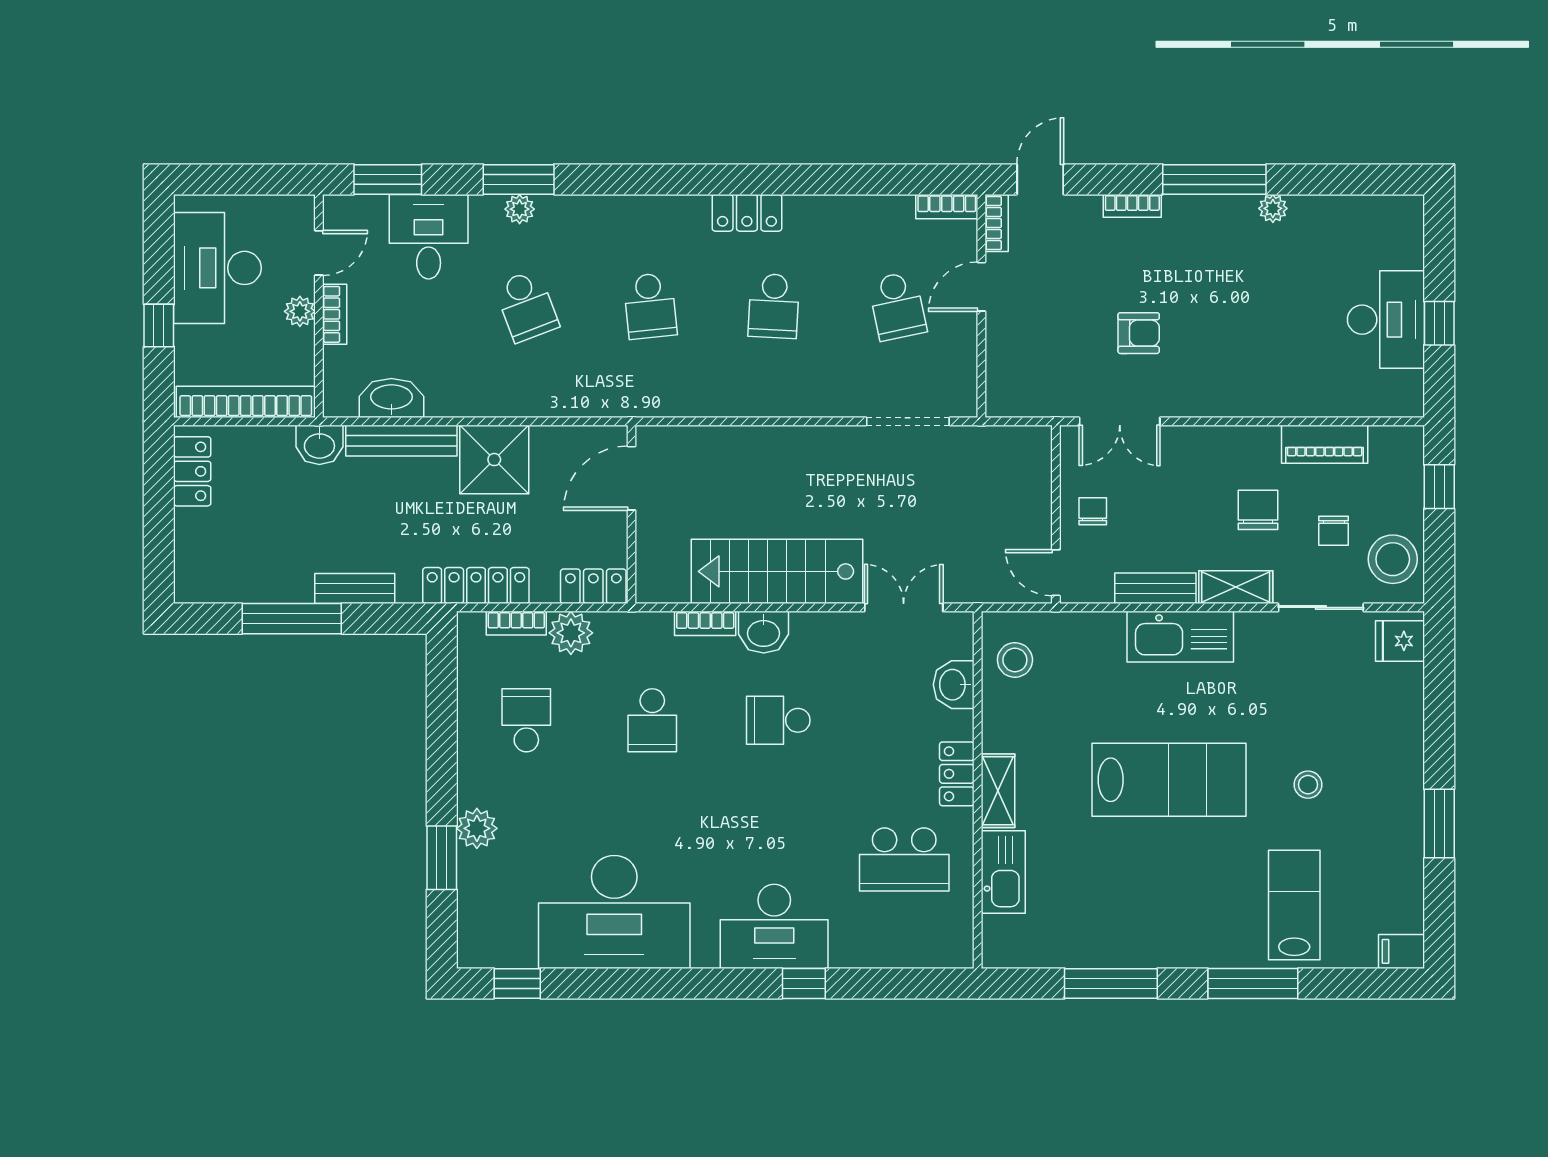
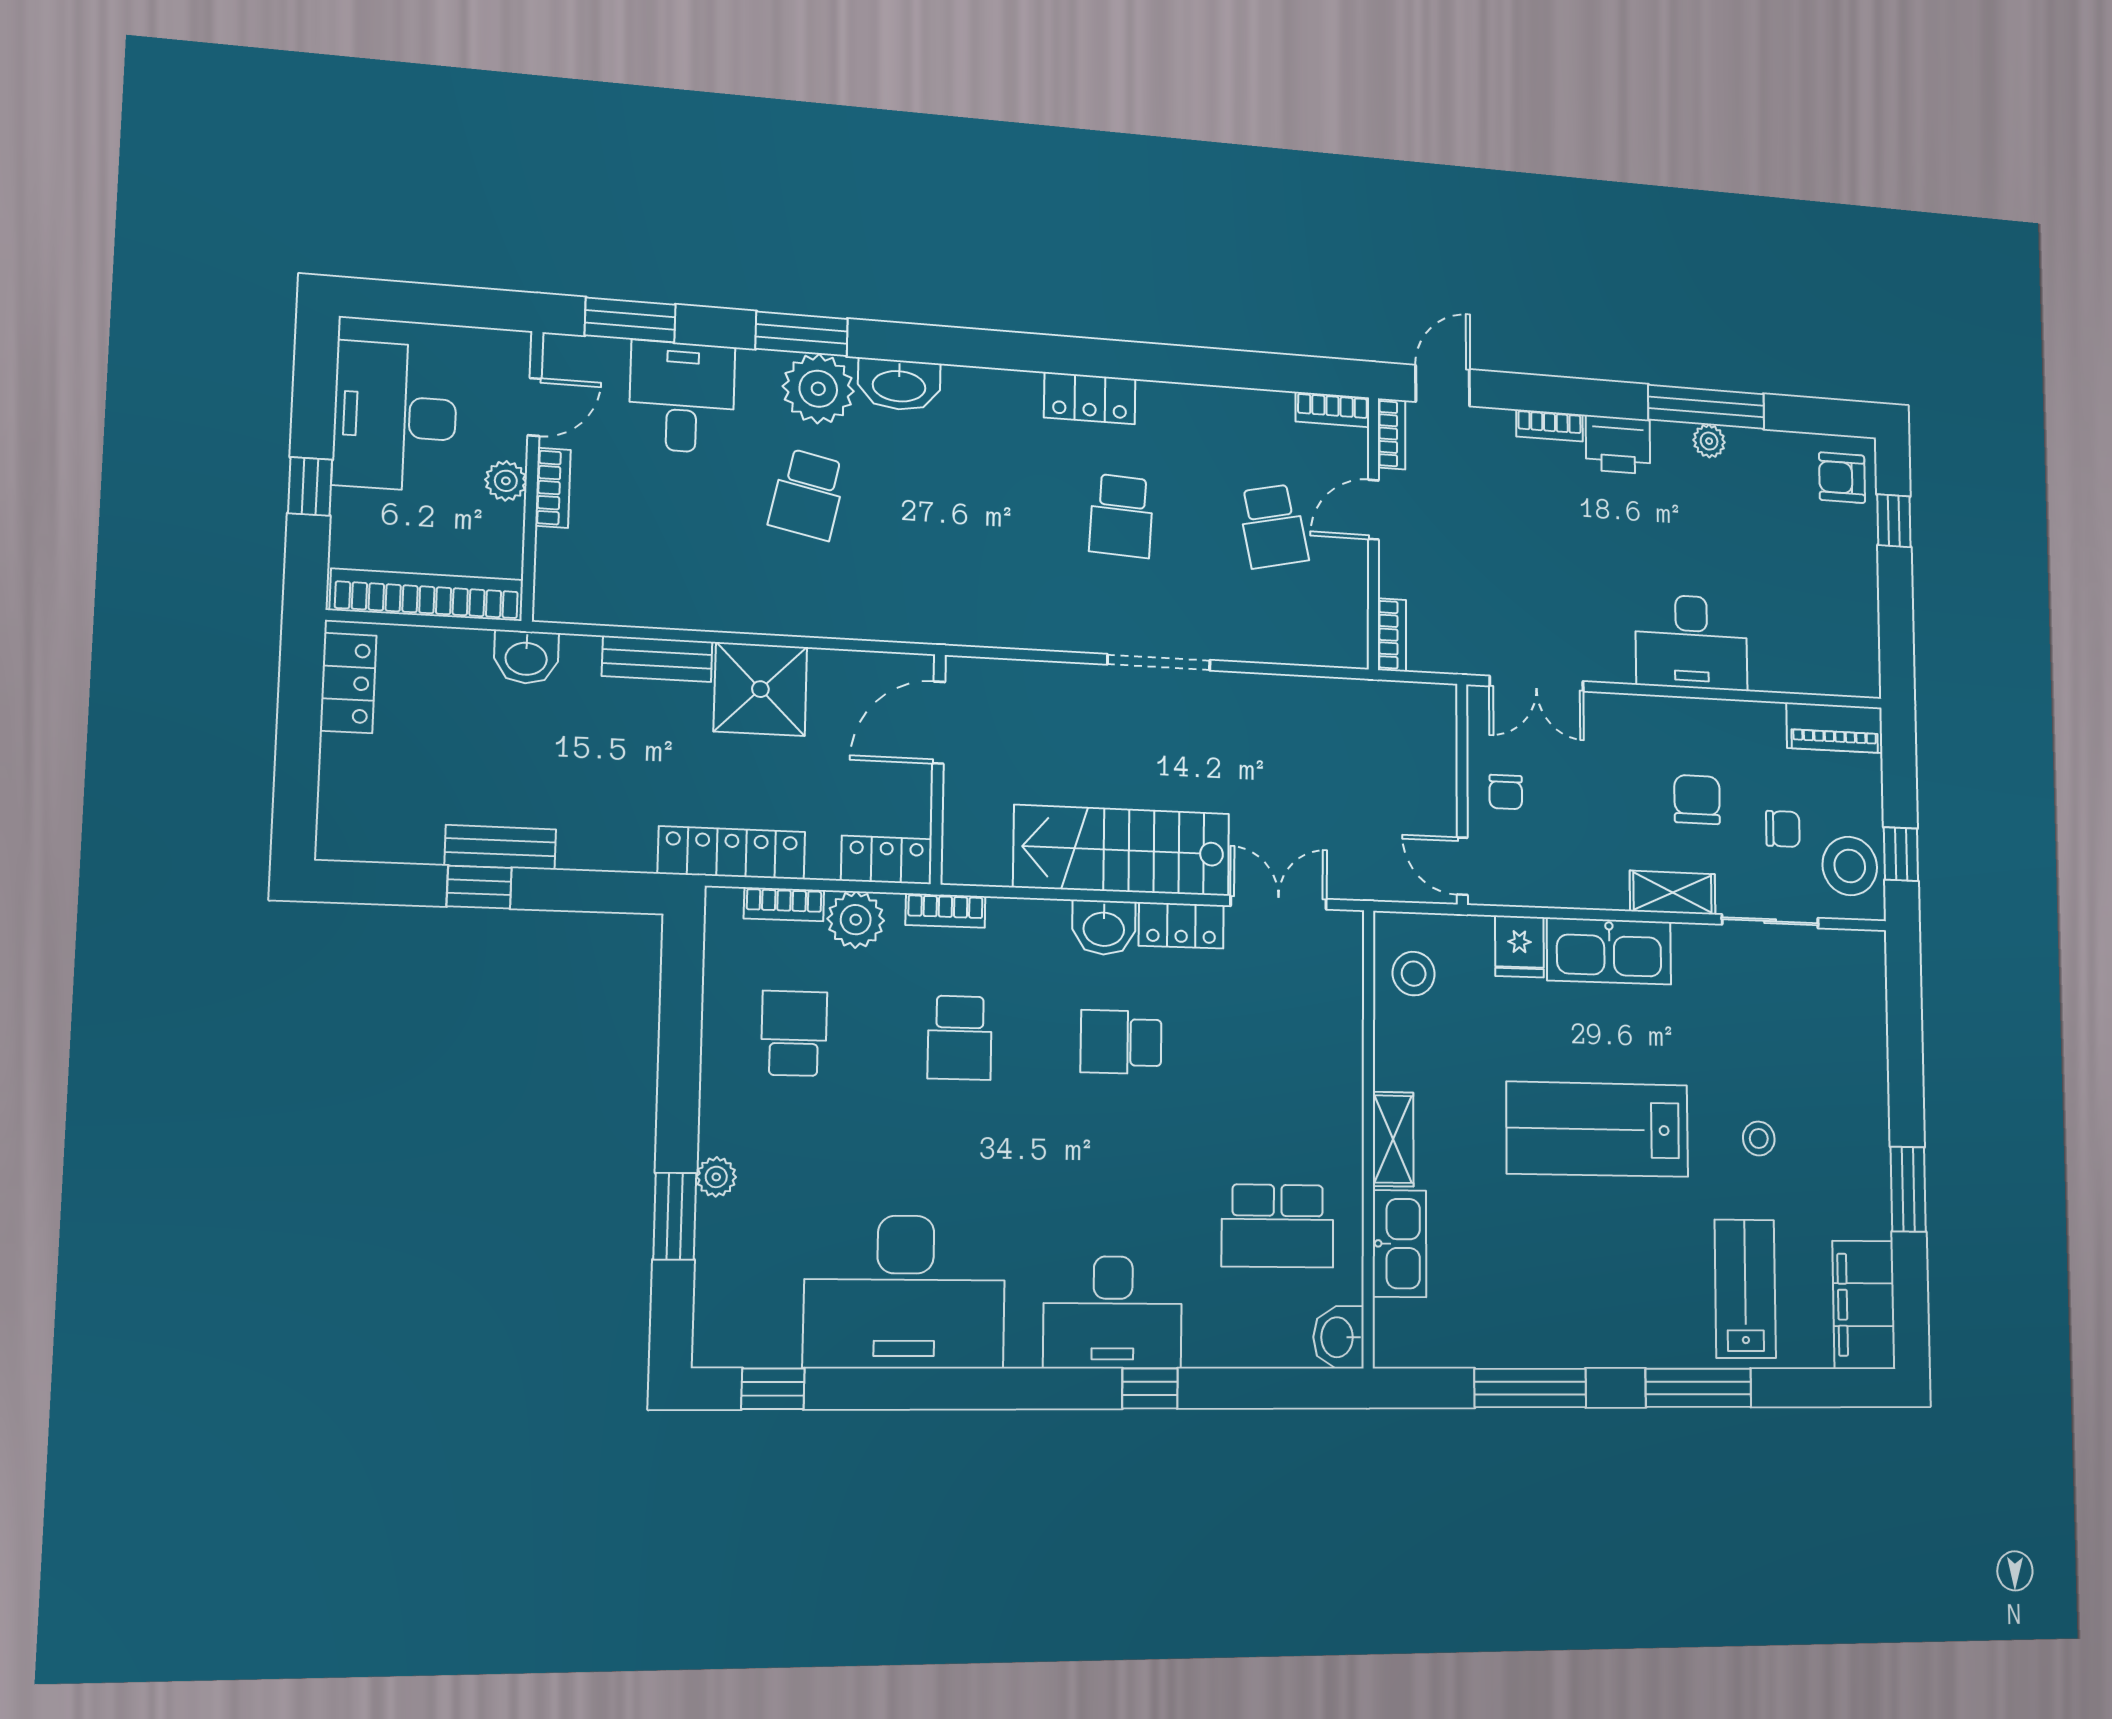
window: (1214, 179) -> (1706, 407), moved
plant: (520, 209) -> (818, 389), width x1.87, depth x1.87
printer: (1192, 217) -> (1618, 445), added
school desk: (526, 306) -> (808, 494), turned 33
school desk: (650, 306) -> (967, 505), removed
desk: (1386, 320) -> (1691, 642), moved, turned 90
window: (1439, 323) -> (1894, 521), moved
armchair: (1139, 333) -> (1842, 478), moved, turned 180
bookcase: (997, 388) -> (1392, 635), added
washbasin: (391, 398) -> (899, 385), moved, turned 180
doorway: (908, 421) -> (1159, 662), moved
bench: (401, 441) -> (657, 659), width x0.73
piano: (1325, 444) -> (1835, 728), moved
window: (1439, 487) -> (1901, 854), moved
chair: (1093, 511) -> (1506, 792), turned 180
chair: (1334, 531) -> (1783, 829), turned -90
bench: (1155, 588) -> (1580, 890), removed
bench: (355, 589) -> (500, 847), moved
window: (292, 619) -> (479, 887), width x0.46
bookcase: (705, 623) -> (945, 911), moved
fridge: (1400, 641) -> (1519, 947), moved, turned -90
washbasin: (954, 685) -> (1338, 1337), moved
locker: (957, 774) -> (1181, 925), moved, turned -90
lab bench: (1169, 780) -> (1598, 1129), turned 180
plant: (477, 828) -> (716, 1177), width x0.73, depth x0.73
filing cabinet: (1402, 951) -> (1864, 1305), width x3.00, depth x1.17

